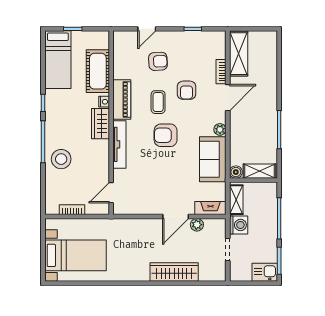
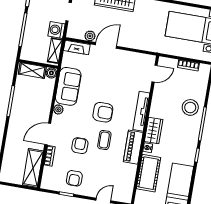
armchair: (158, 61) -> (74, 178), moved, turned -87

